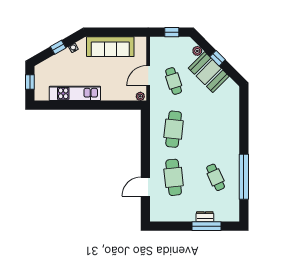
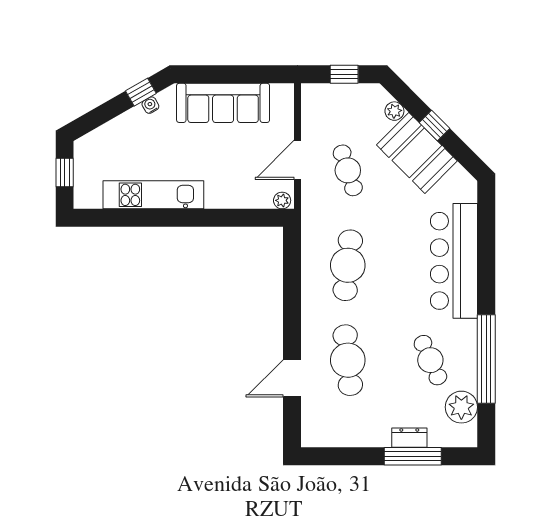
window: (58, 47) -> (141, 92), moved
bar counter: (228, 127) -> (454, 261), added
plant: (231, 201) -> (461, 407), added

